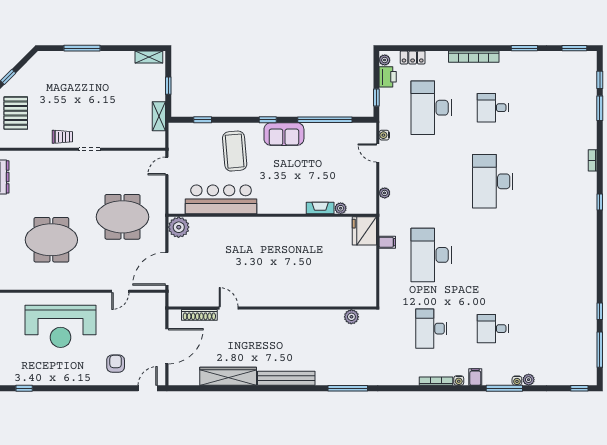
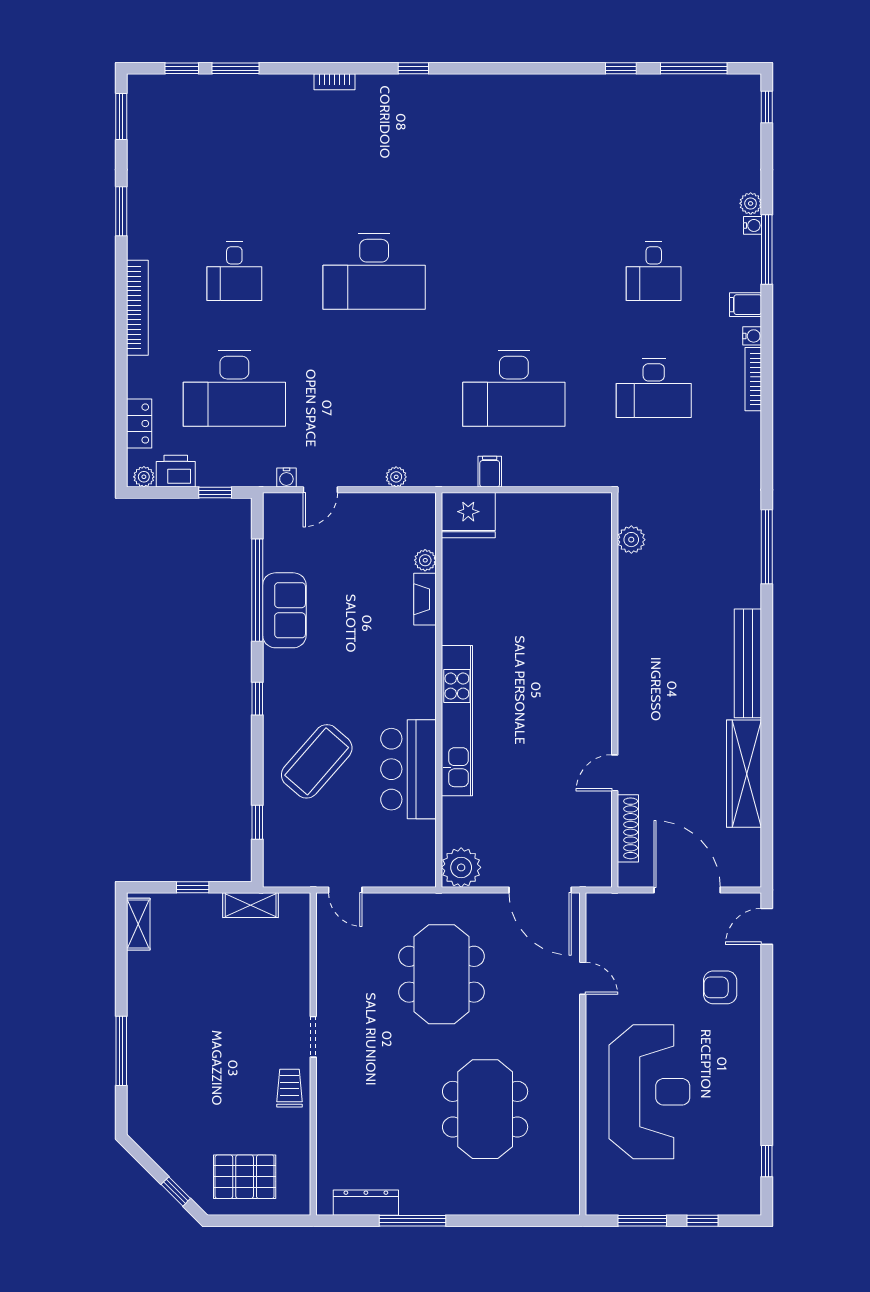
sofa: (284, 134) -> (284, 610), moved
coffee table: (235, 151) -> (317, 761), turned -44
bar counter: (221, 199) -> (408, 769), width x0.73
kitchen unit: (256, 225) -> (457, 721), added
door: (148, 388) -> (767, 926), hinge flipped

